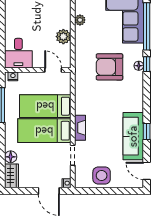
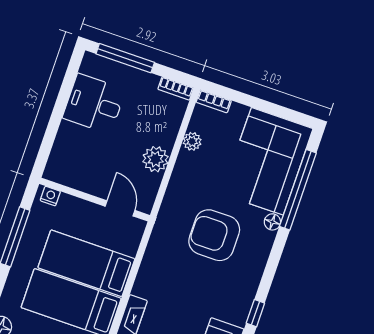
desk: (18, 53) -> (94, 104), moved, turned 90
window: (147, 64) -> (255, 313), moved
floor lamp: (139, 66) -> (272, 222), moved

